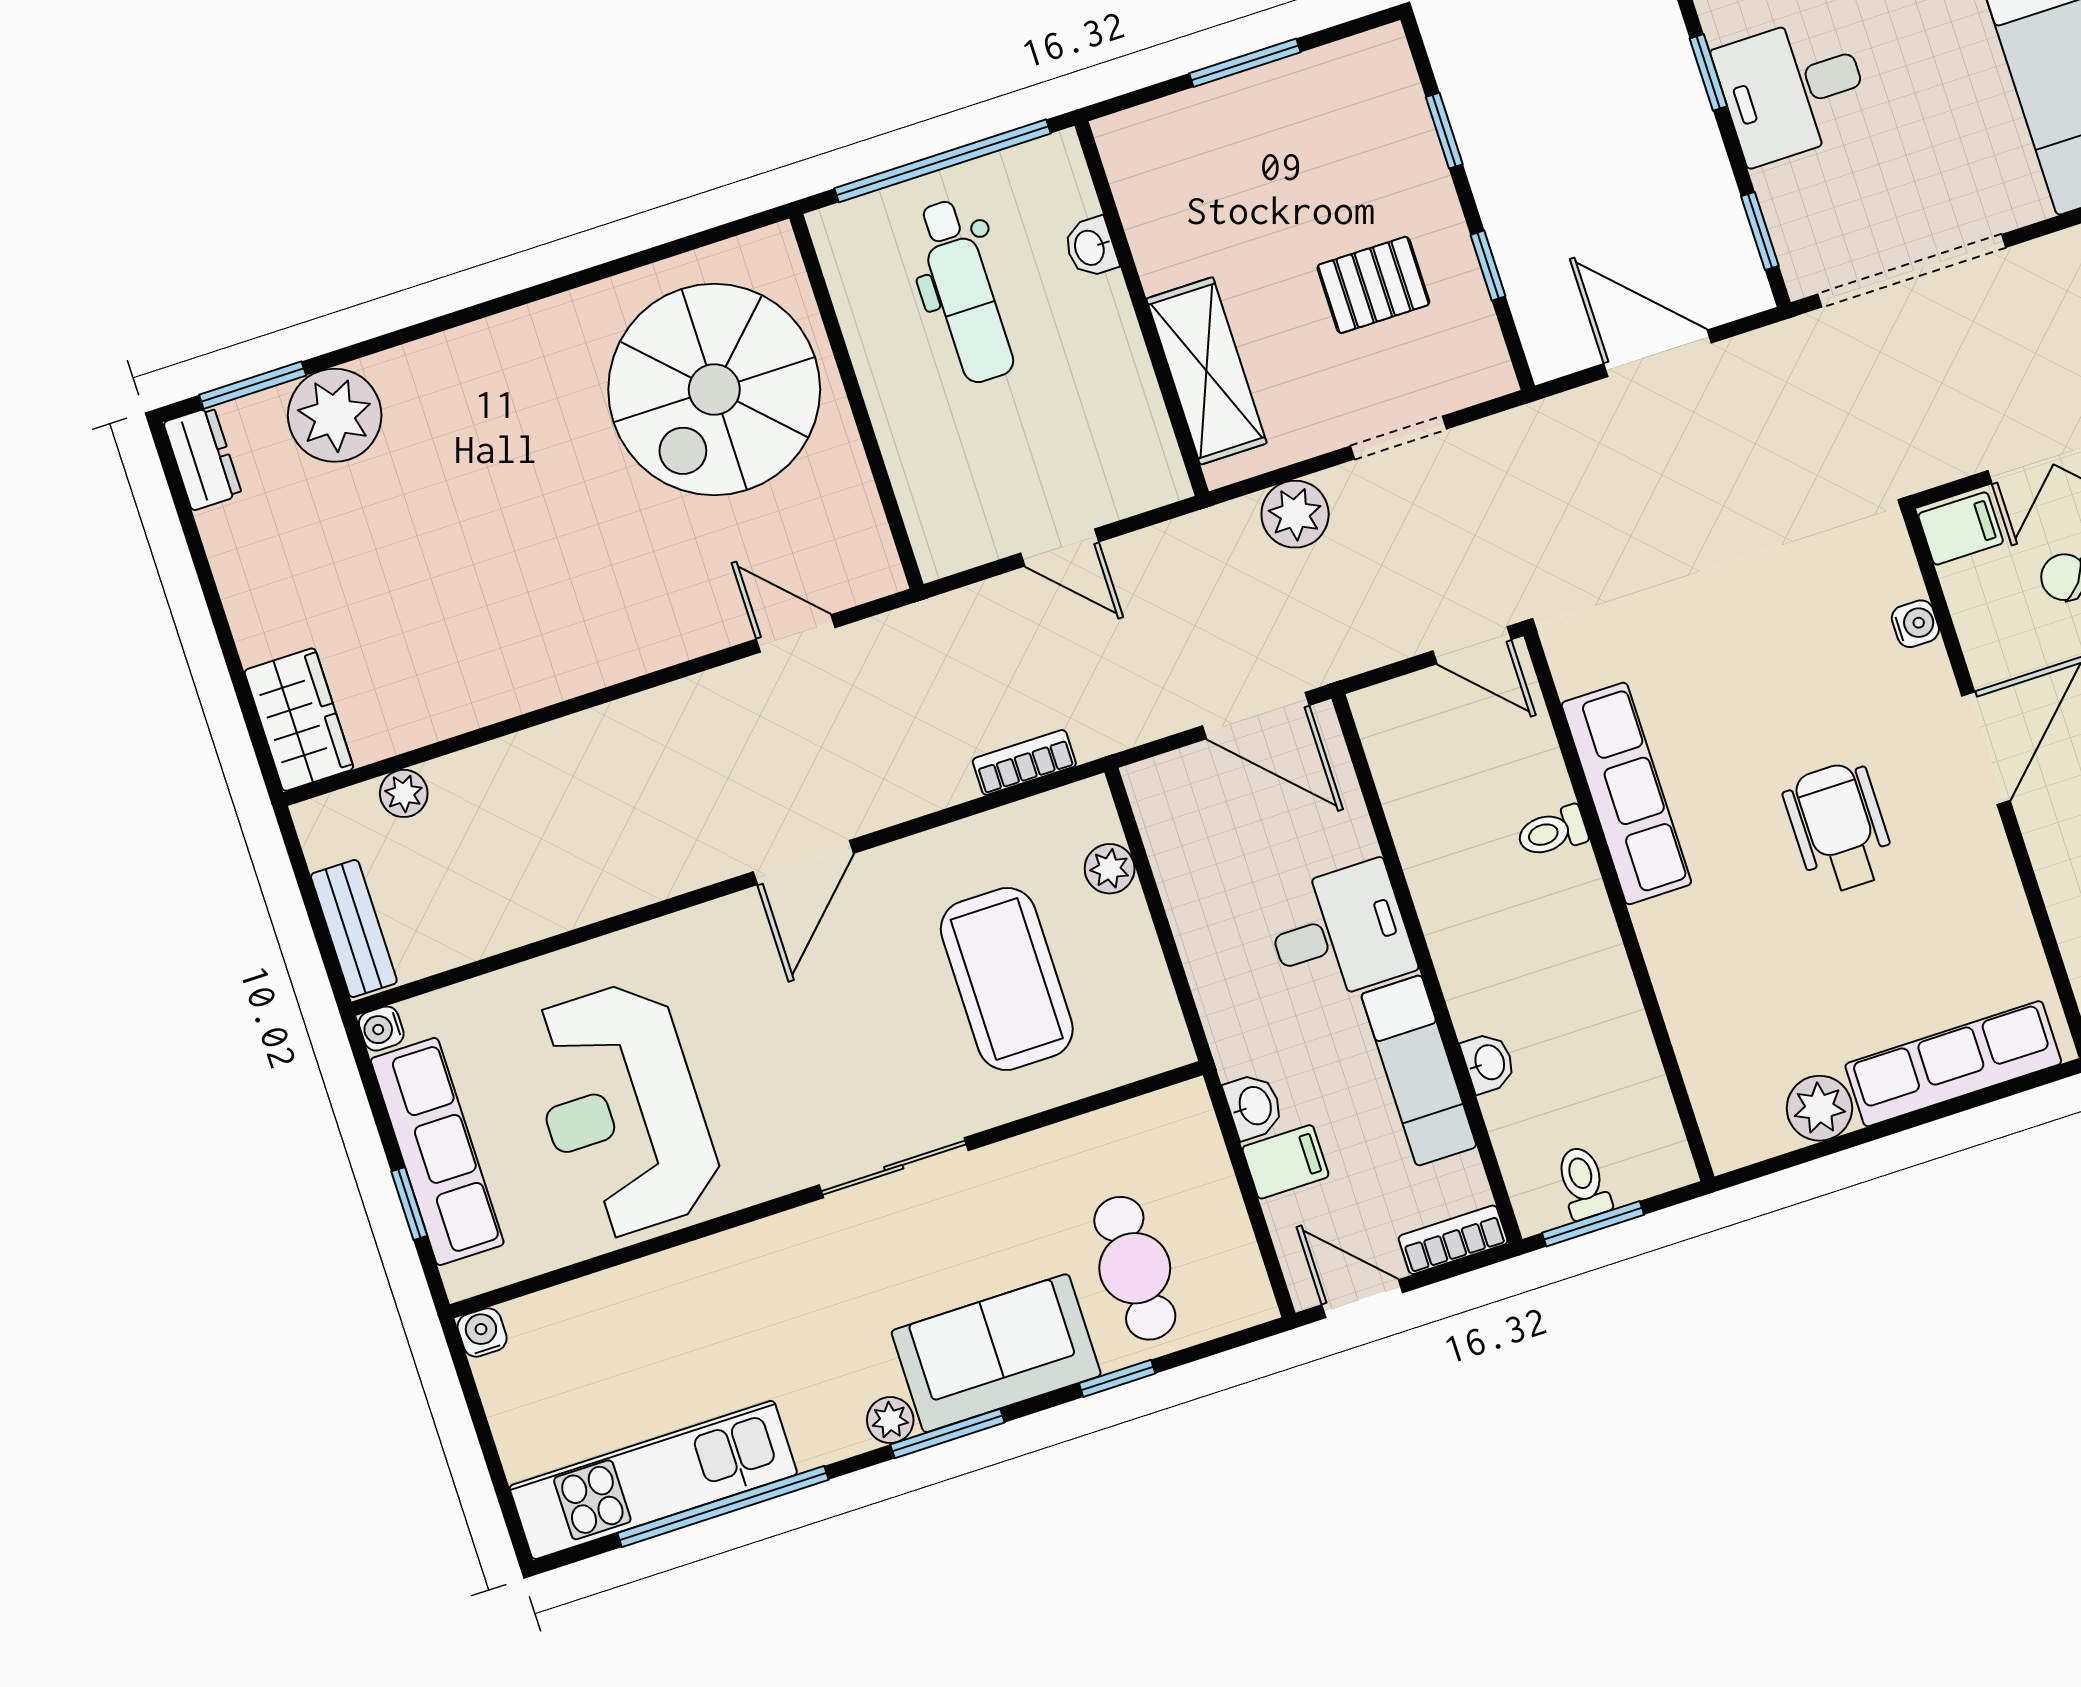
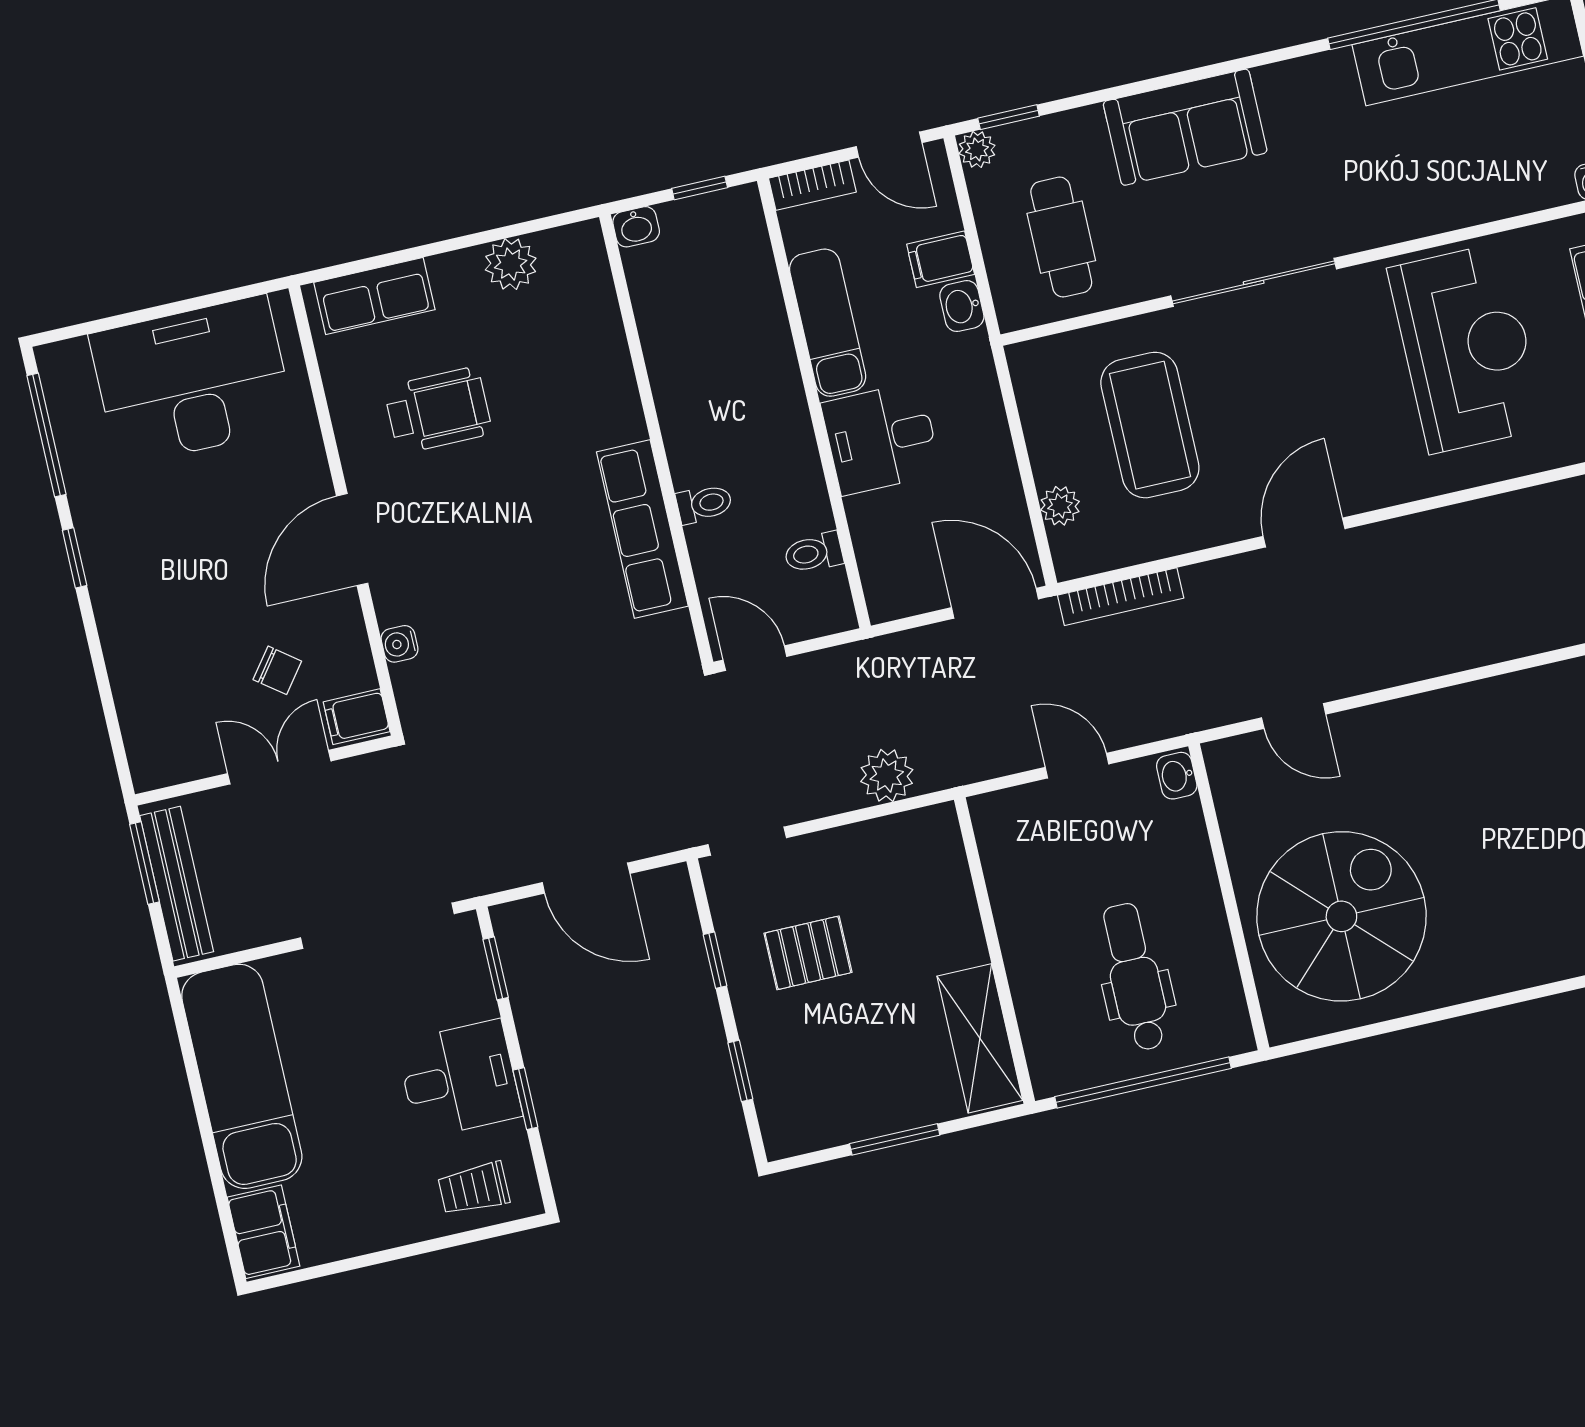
washbasin: (1091, 247) -> (1177, 776), moved, turned 180
shelving: (1206, 371) -> (980, 1038), moved
doorway: (1398, 438) -> (747, 841), moved
door: (1256, 716) -> (995, 603), moved
bookcase: (1024, 762) -> (1121, 597), width x1.56
wheelchair: (1839, 828) -> (438, 410), moved, turned -90
washbasin: (1488, 1063) -> (636, 227), moved, turned -90
row of seats: (1953, 1064) -> (374, 296), width x0.68
sliding door: (894, 1168) -> (1254, 282), width x1.37
toilet: (1583, 1183) -> (813, 553), moved, turned 90
window: (1593, 1224) -> (700, 188), width x0.67
cafe table: (1135, 1268) -> (1061, 237), moved
window: (1117, 1378) -> (1009, 117), moved
plant: (890, 1420) -> (977, 149), moved
window: (947, 1434) -> (1230, 67), removed

